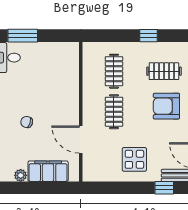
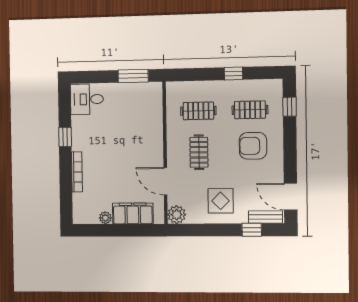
window: (23, 36) -> (133, 76), moved
clothes rail: (114, 71) -> (198, 111), turned 90
chair: (27, 122) -> (111, 164), removed
plant: (91, 173) -> (177, 215), added

